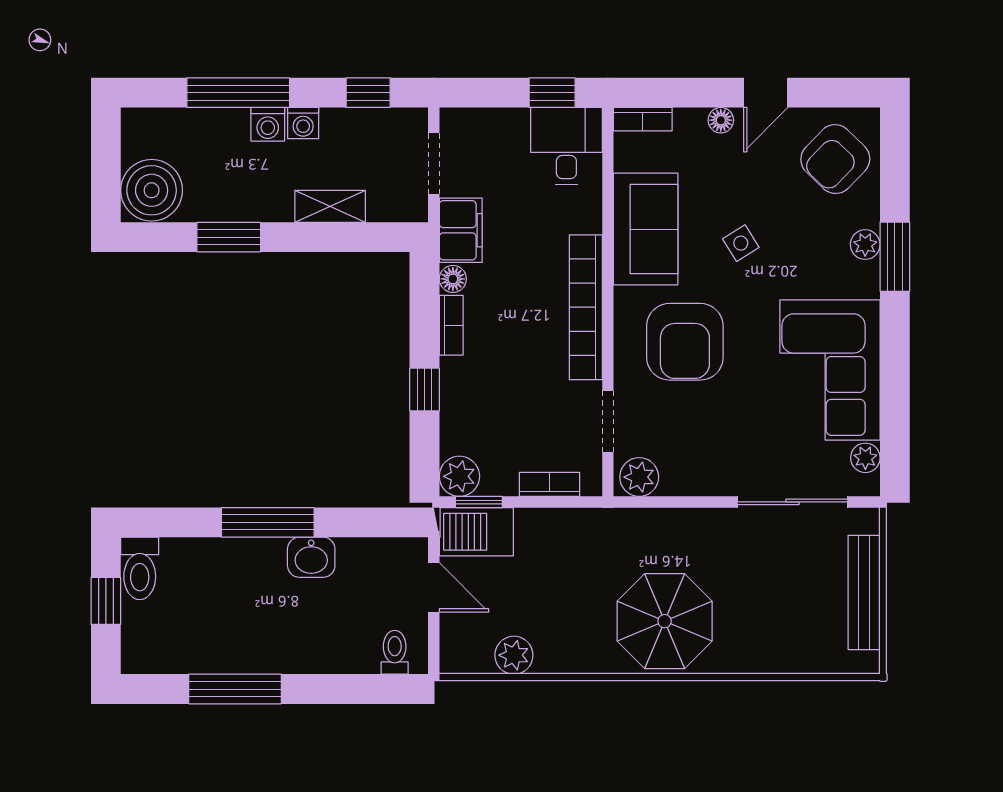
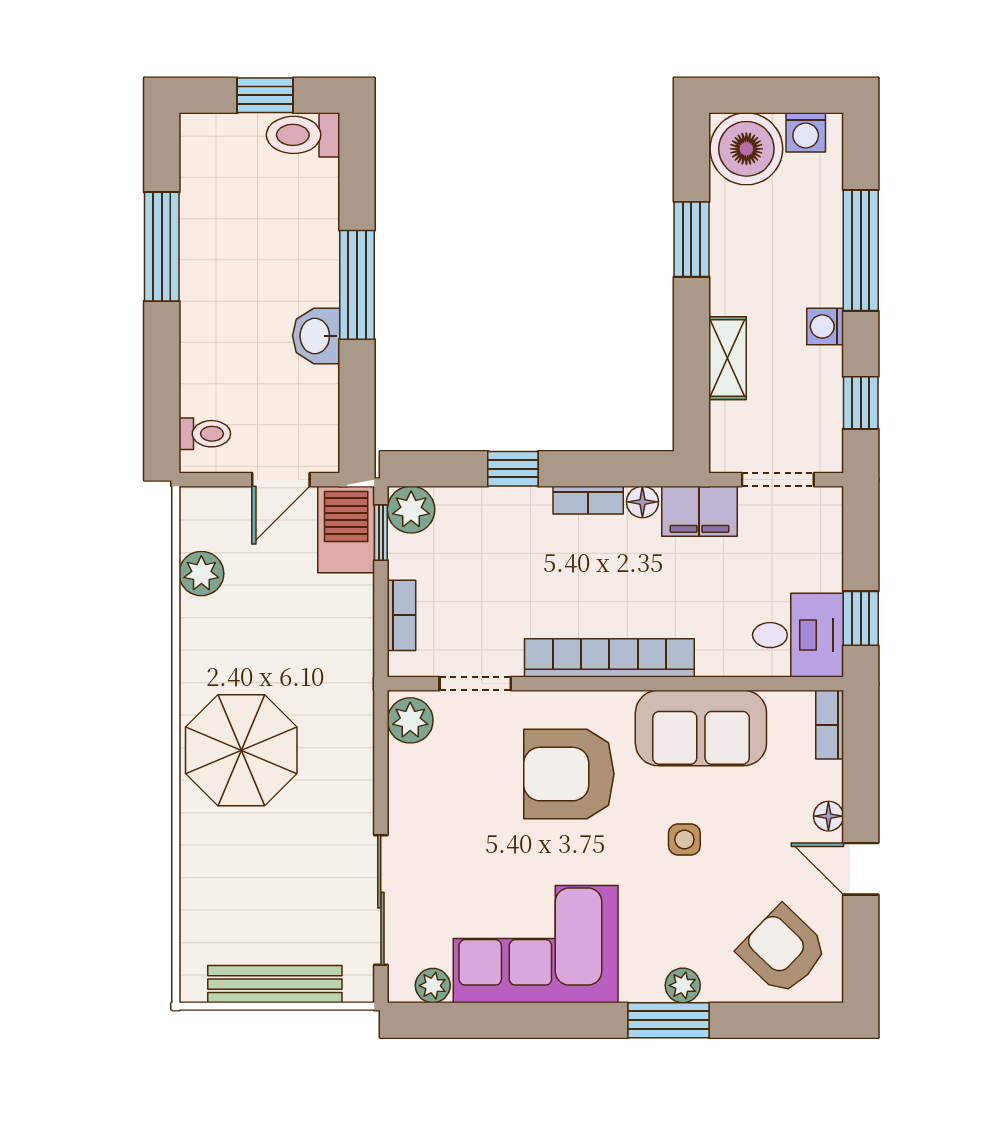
washing machine: (268, 124) -> (806, 132), moved, turned -90
side table: (741, 243) -> (684, 839), turned 32

